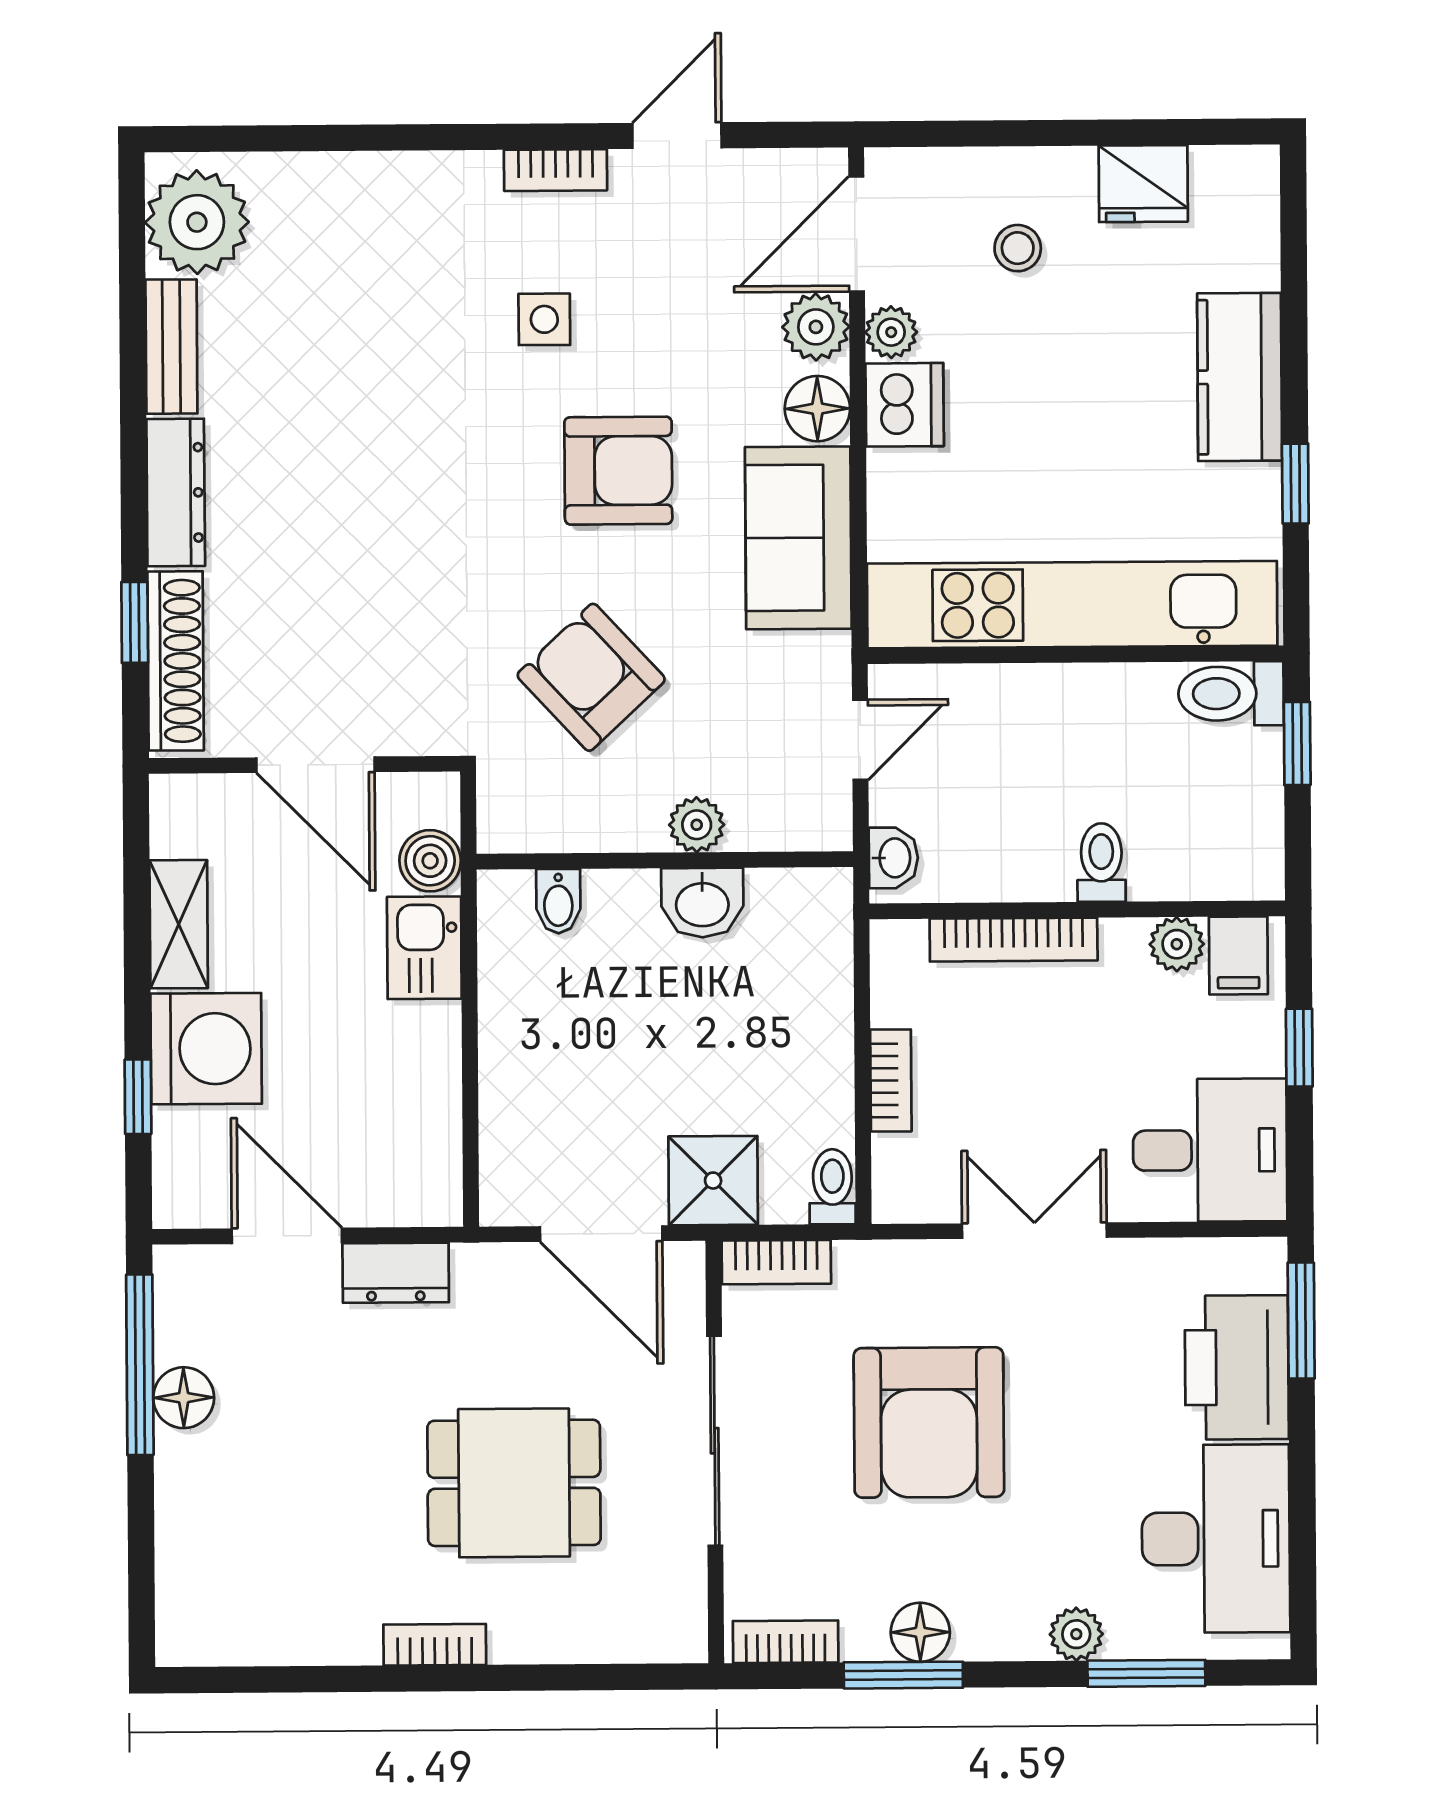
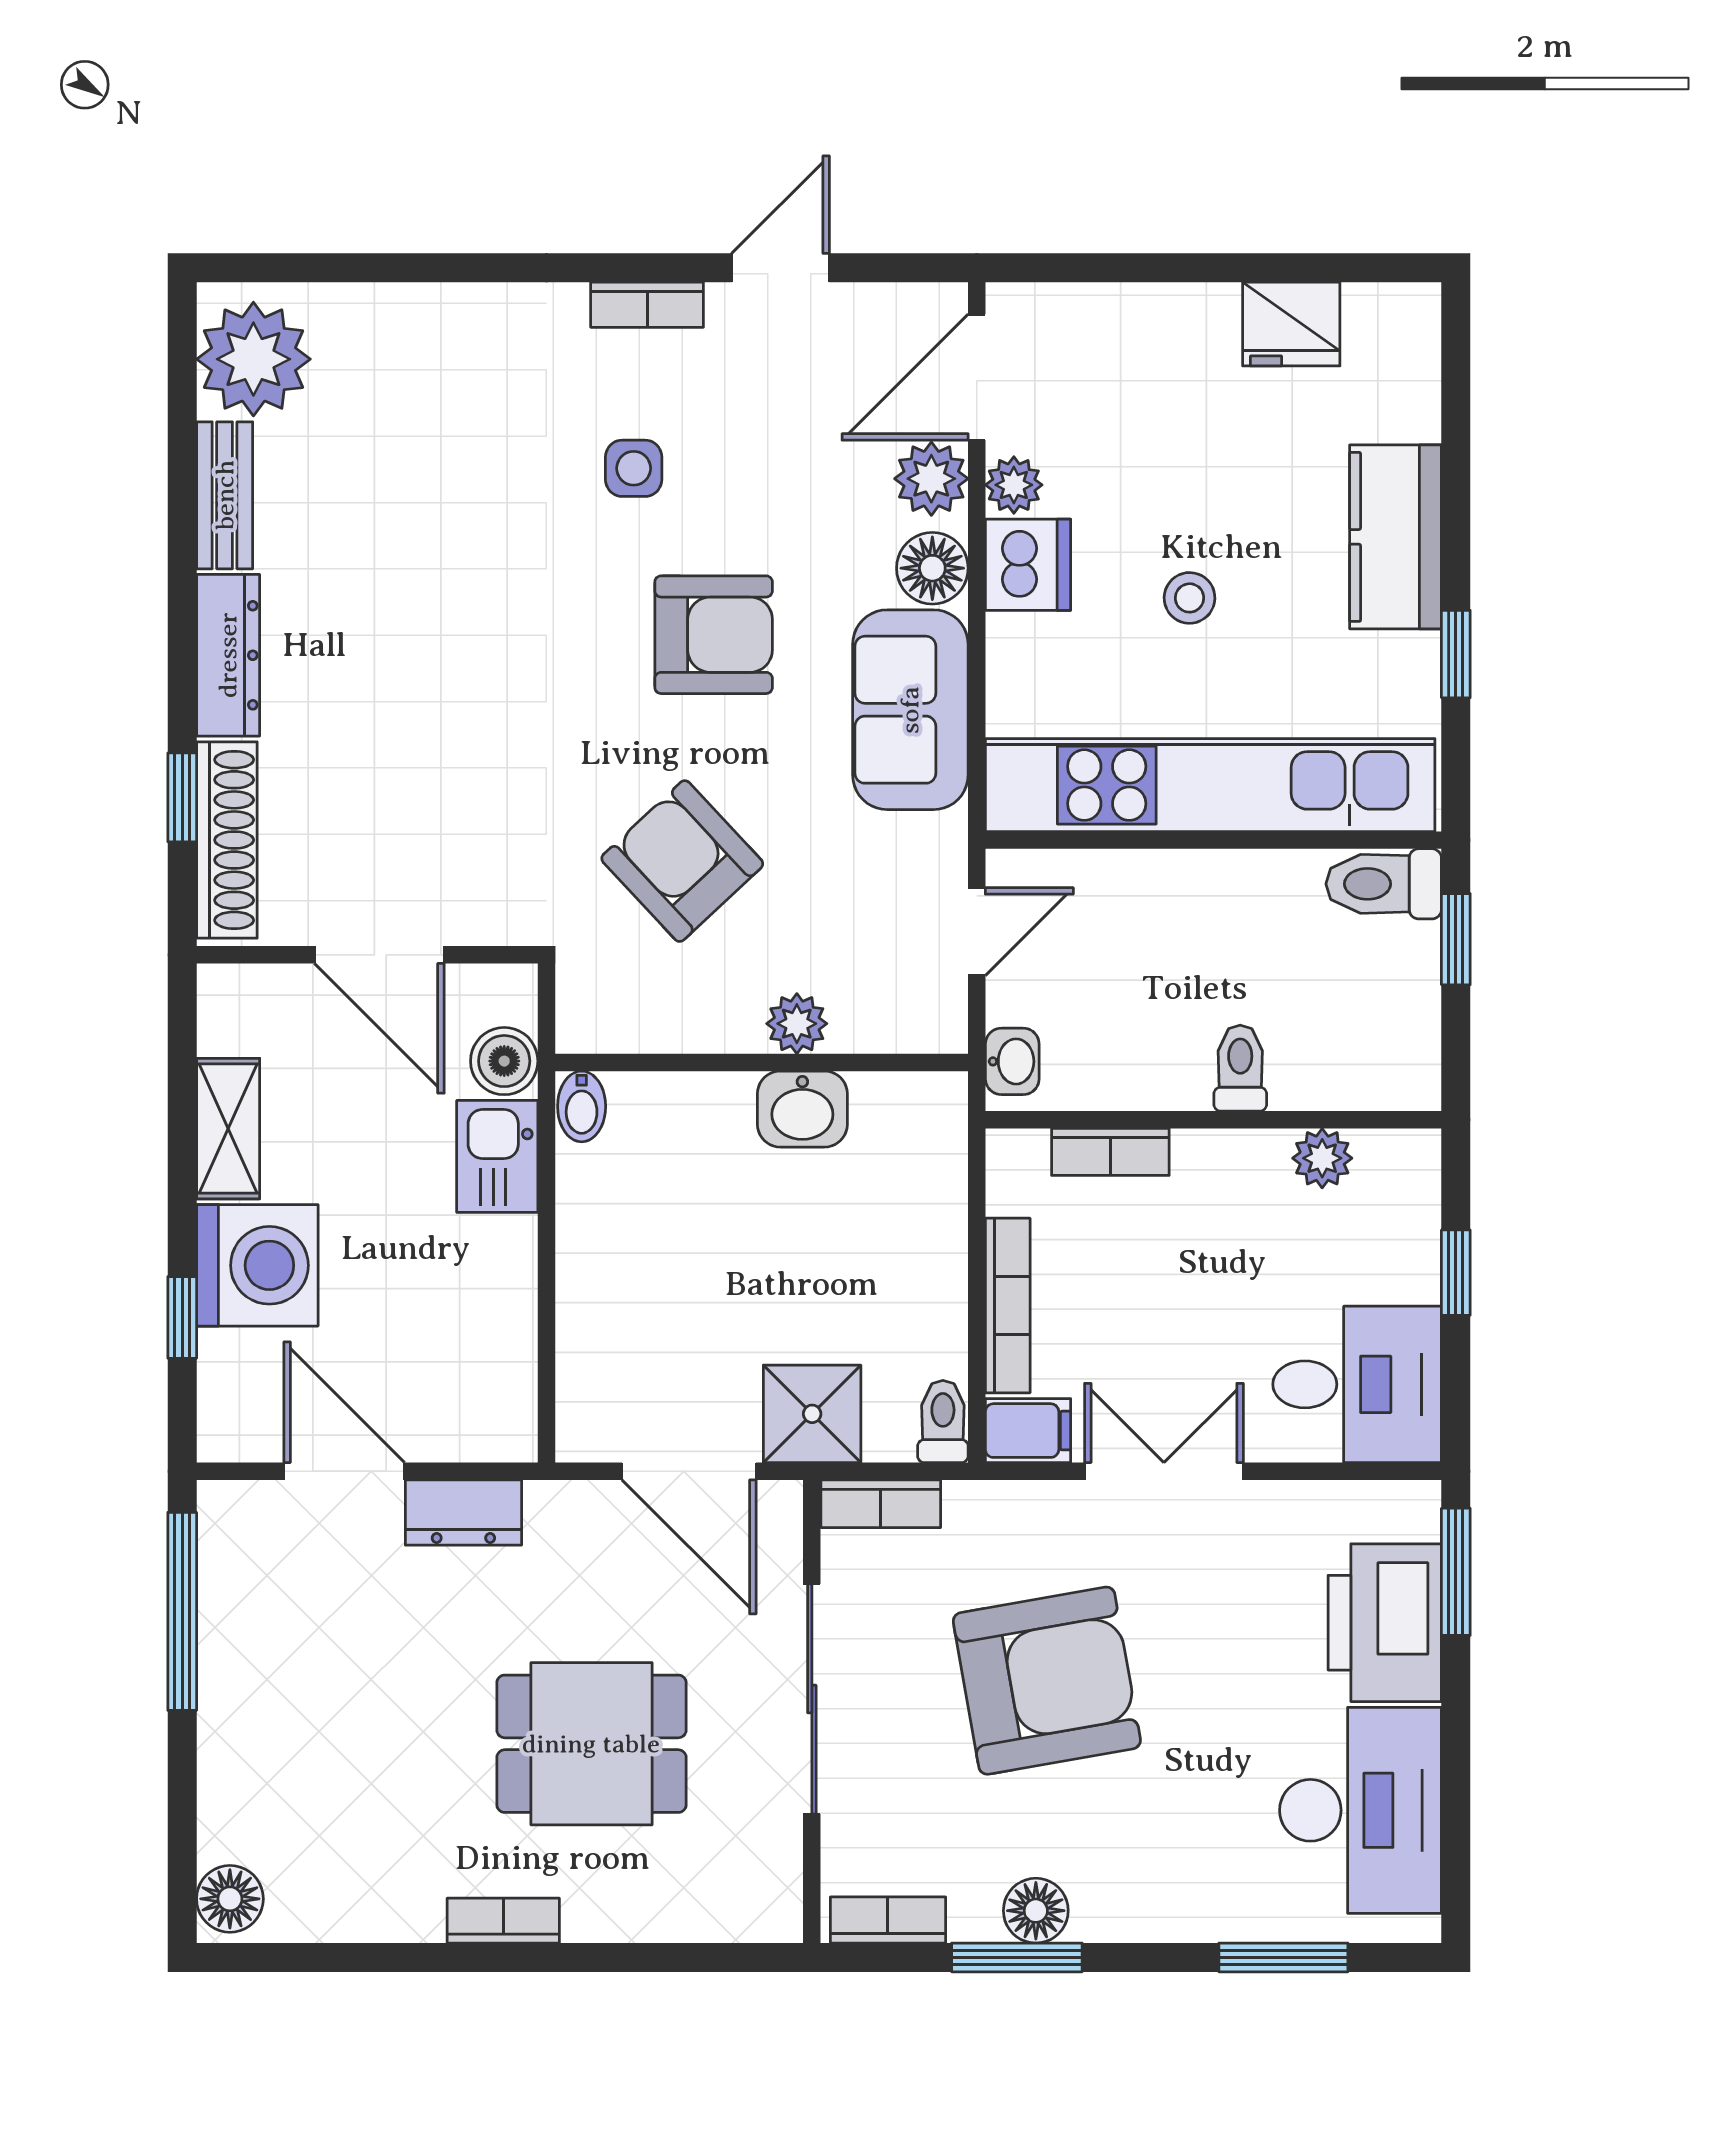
stool: (1018, 248) -> (1190, 598), moved
bidet: (558, 901) -> (582, 1106), moved
bookcase: (1014, 940) -> (1110, 1152), width x0.64
filing cabinet: (1238, 955) -> (1028, 1431), moved, turned -90
bookcase: (891, 1081) -> (1008, 1305), width x1.56
floor lamp: (184, 1398) -> (230, 1899), moved
armchair: (929, 1422) -> (1047, 1681), turned -100
plant: (1076, 1634) -> (1207, 1914), removed

